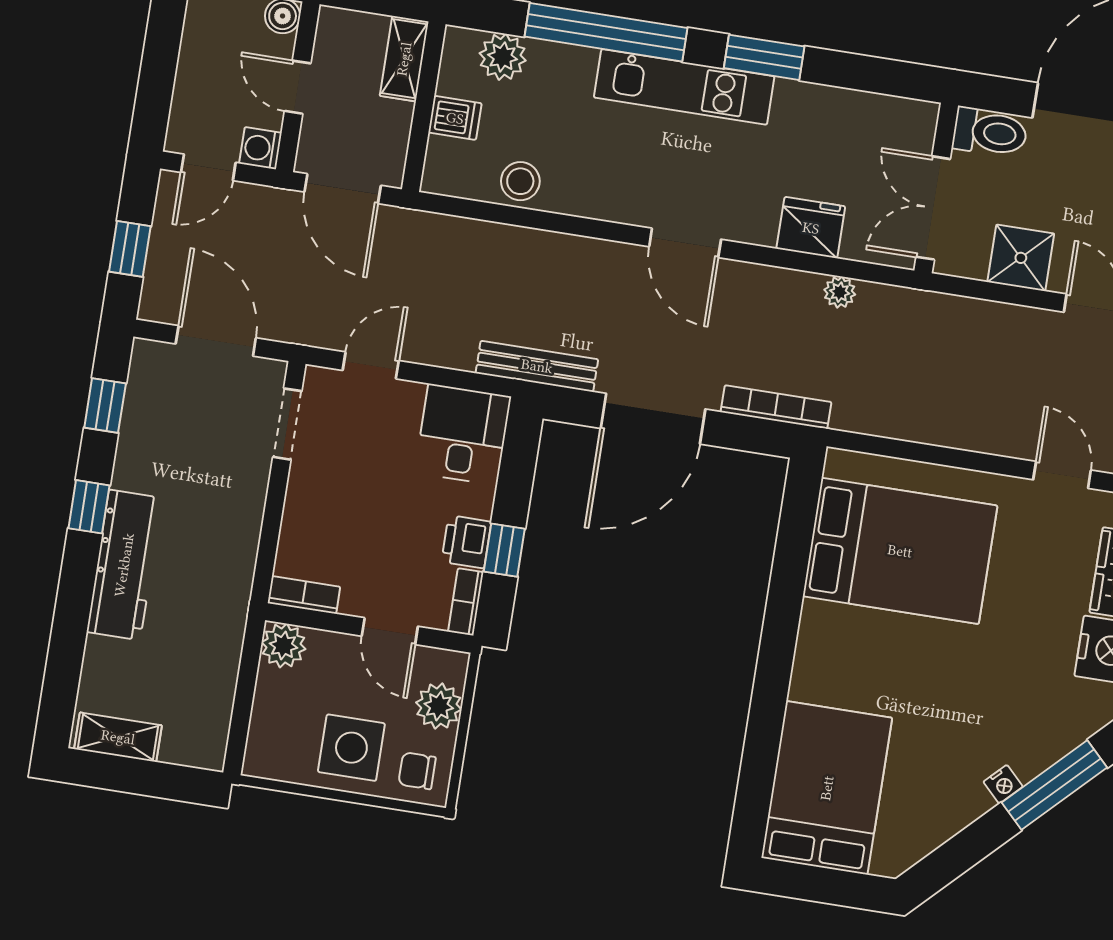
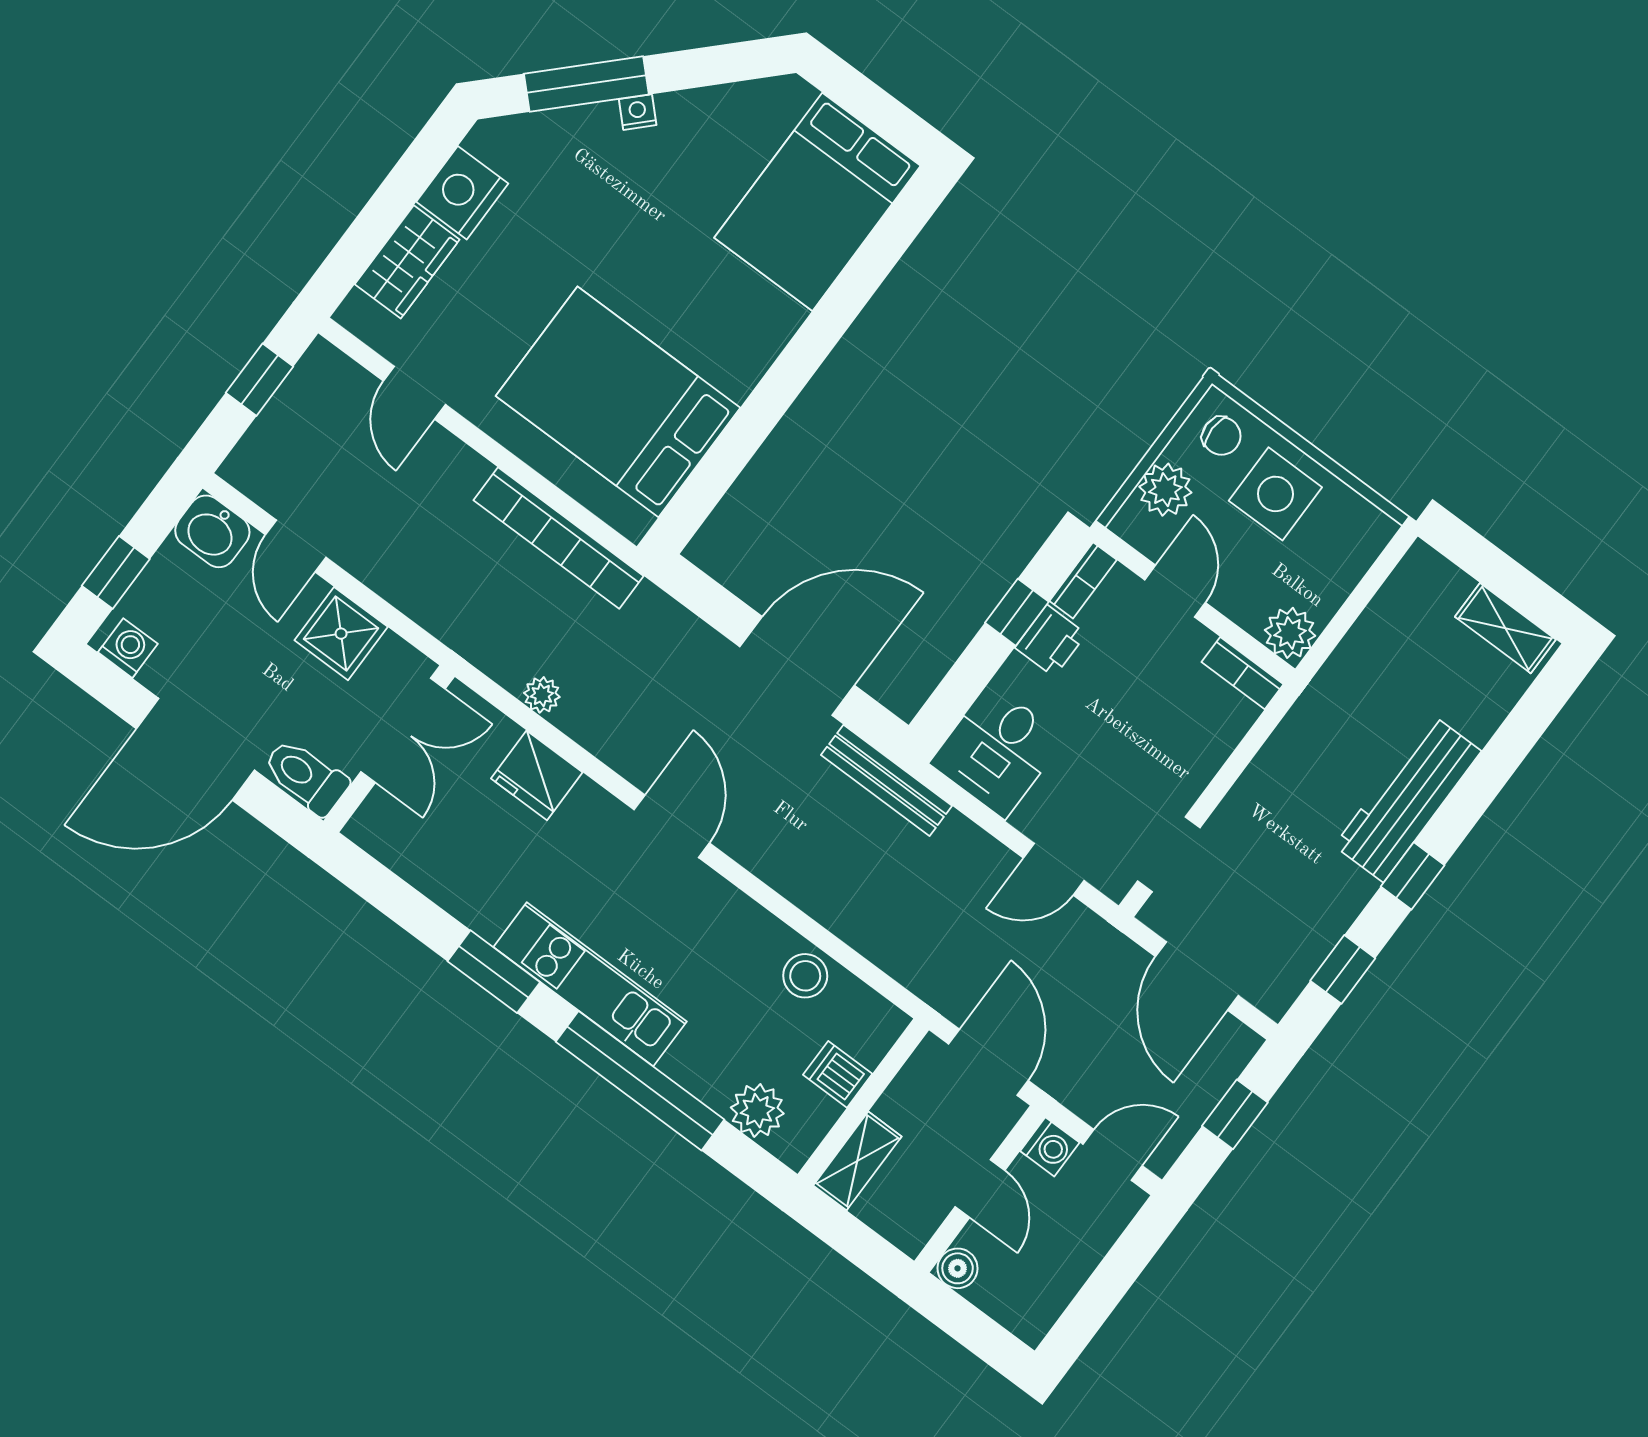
bookcase: (776, 407) -> (559, 538), moved, width x1.48, depth x1.31

